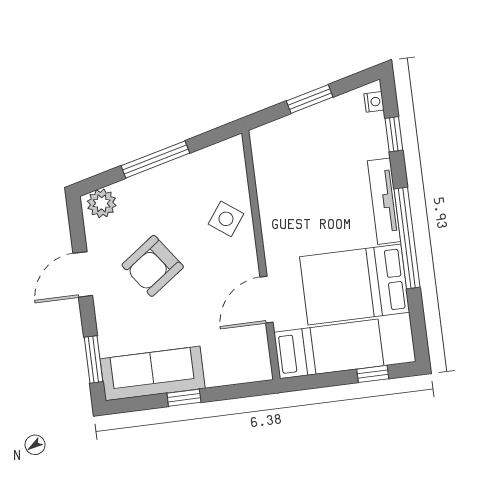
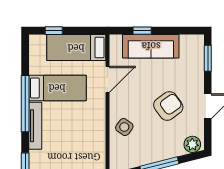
bed: (355, 284) -> (57, 88), width x0.67
sofa: (153, 373) -> (151, 46), moved
window: (184, 398) -> (142, 31), moved

